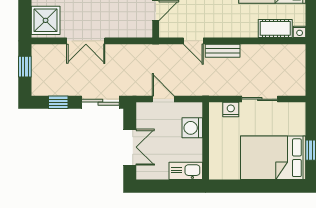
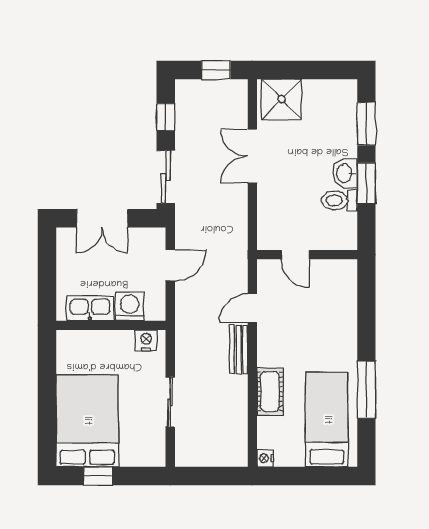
cot: (275, 28) -> (270, 392), moved
nightstand: (231, 110) -> (146, 340), moved, turned -90
kitchen sink: (186, 171) -> (90, 308), moved, turned -90

